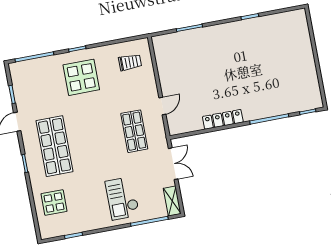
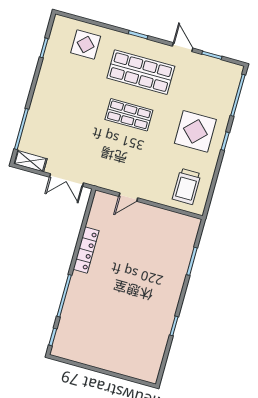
trolley: (130, 62) -> (187, 186), width x1.36, depth x1.39
door: (162, 106) -> (128, 197), hinge flipped
shop shelf: (134, 131) -> (129, 115), moved
checkout: (122, 198) -> (57, 114), removed

